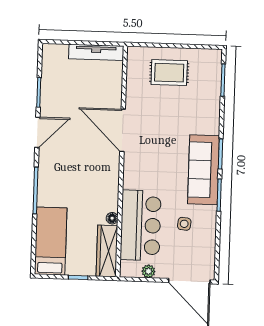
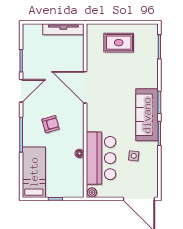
armchair: (75, 178) -> (51, 124), added
wardrobe: (107, 251) -> (76, 178), removed
plant: (148, 271) -> (92, 192), moved

